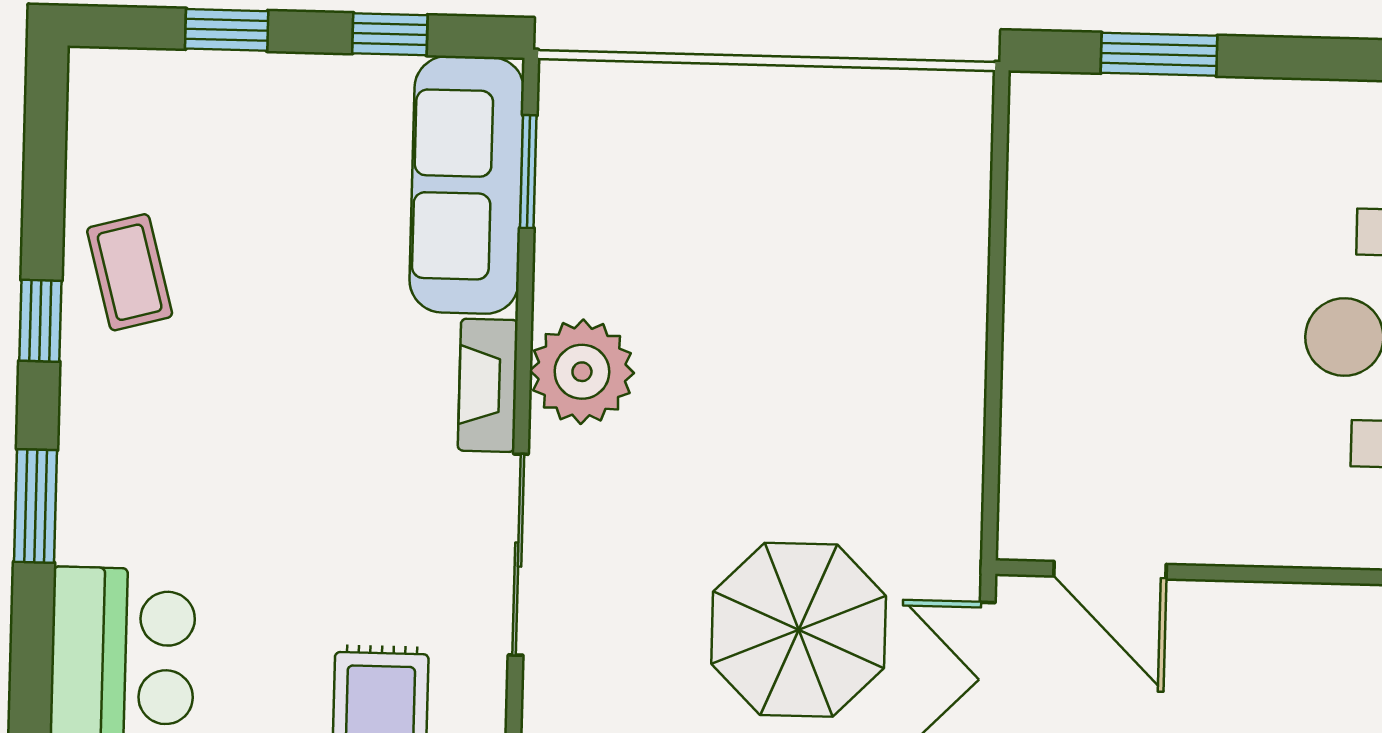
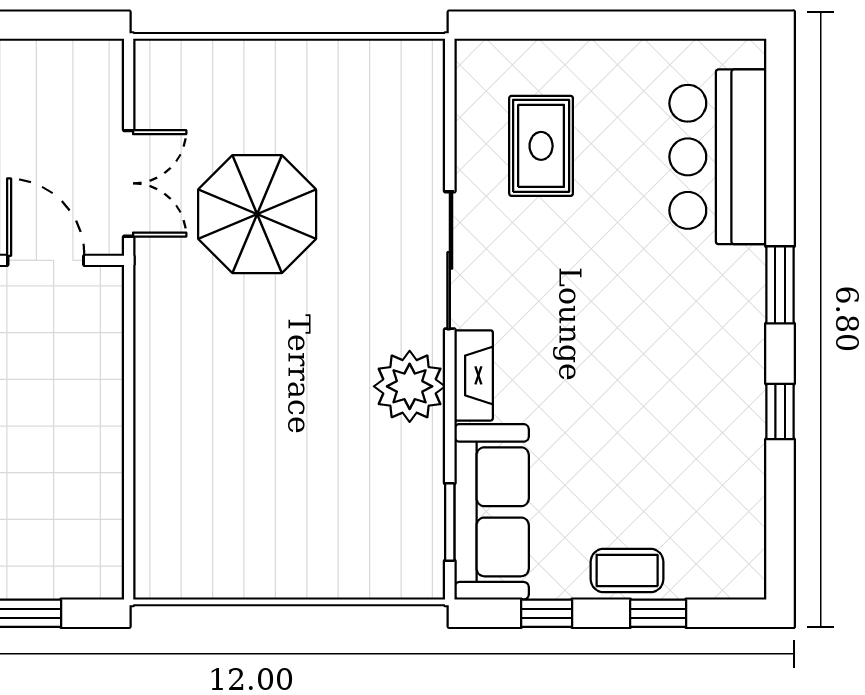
coffee table: (130, 272) -> (627, 570), moved, turned -75

